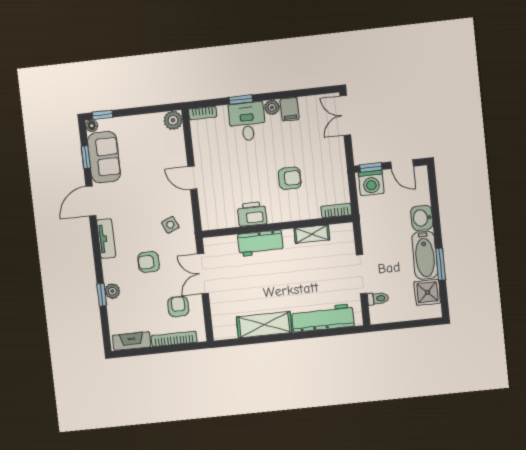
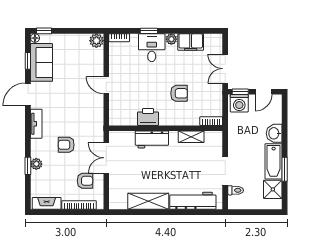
filing cabinet: (290, 109) -> (191, 42), width x2.00
double door: (345, 115) -> (225, 69), moved
door: (402, 164) -> (264, 92), hinge flipped
side table: (170, 225) -> (86, 119), removed
armchair: (178, 307) -> (85, 181), turned 90

